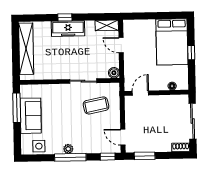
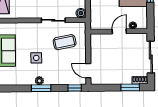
door: (140, 93) -> (119, 31), moved
side table: (39, 146) -> (36, 58), moved
window: (145, 156) -> (130, 87), moved
window: (70, 157) -> (41, 88), width x0.69

